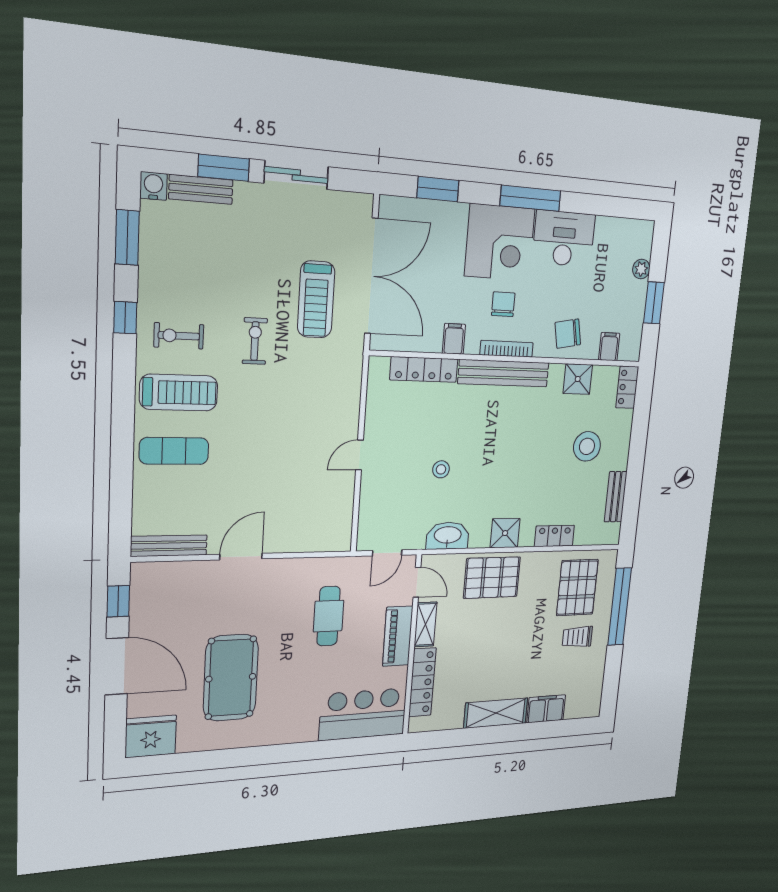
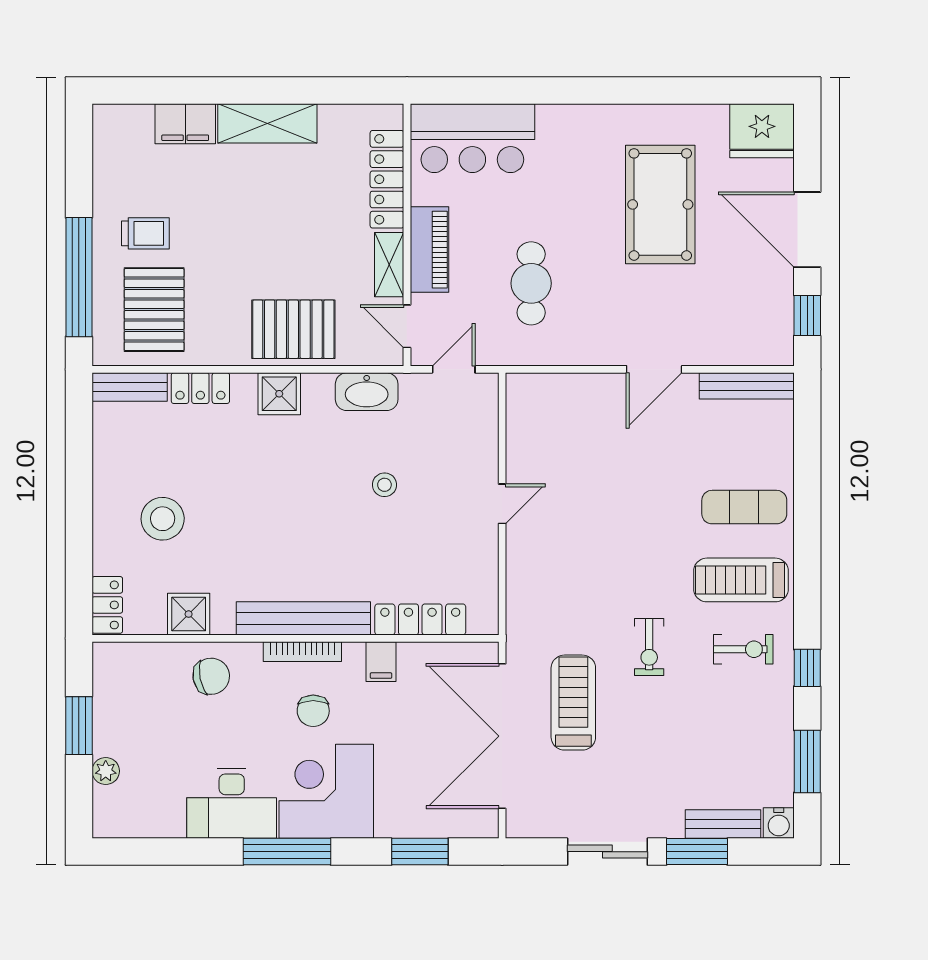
filing cabinet: (609, 347) -> (144, 661), removed
bench: (616, 497) -> (130, 387), moved, turned 90

